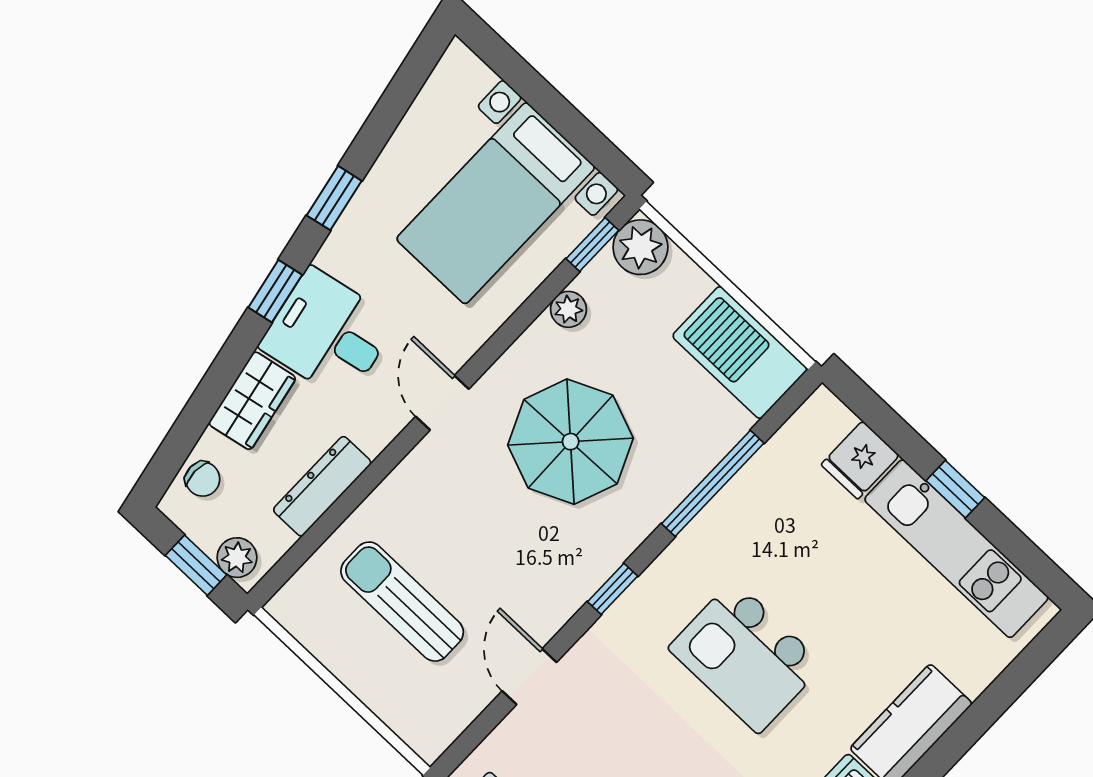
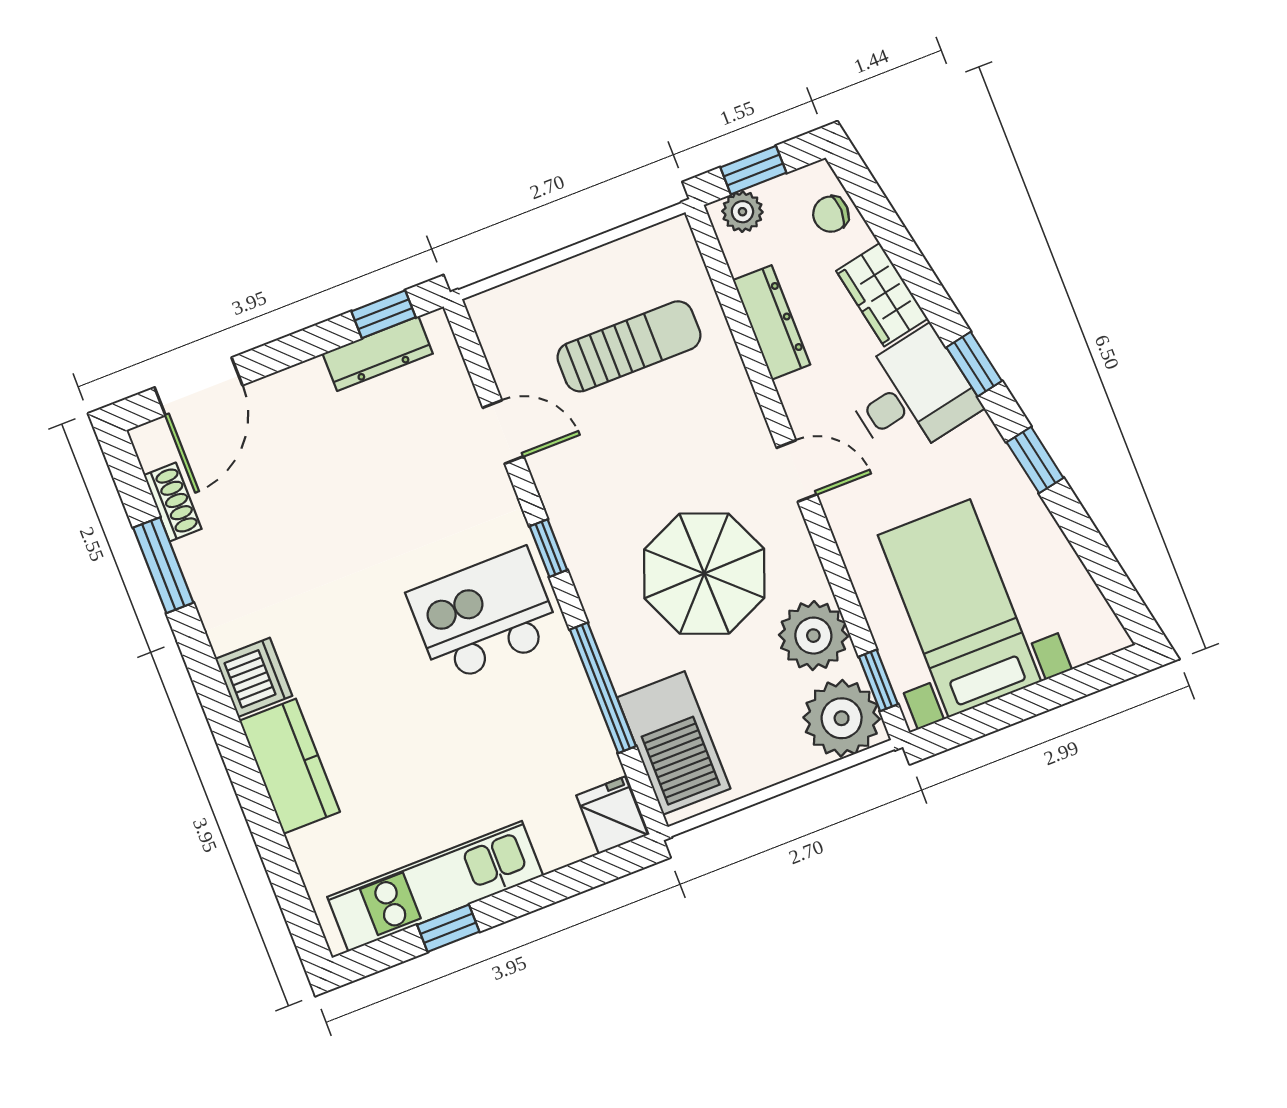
plant: (640, 247) -> (842, 718), width x1.36, depth x1.36
plant: (568, 309) -> (813, 636), width x1.87, depth x1.87
barbecue: (740, 352) -> (674, 743), moved, turned 90
fridge: (860, 460) -> (612, 815), moved
window: (955, 489) -> (448, 928), moved
kitchen island: (746, 657) -> (484, 615), moved

